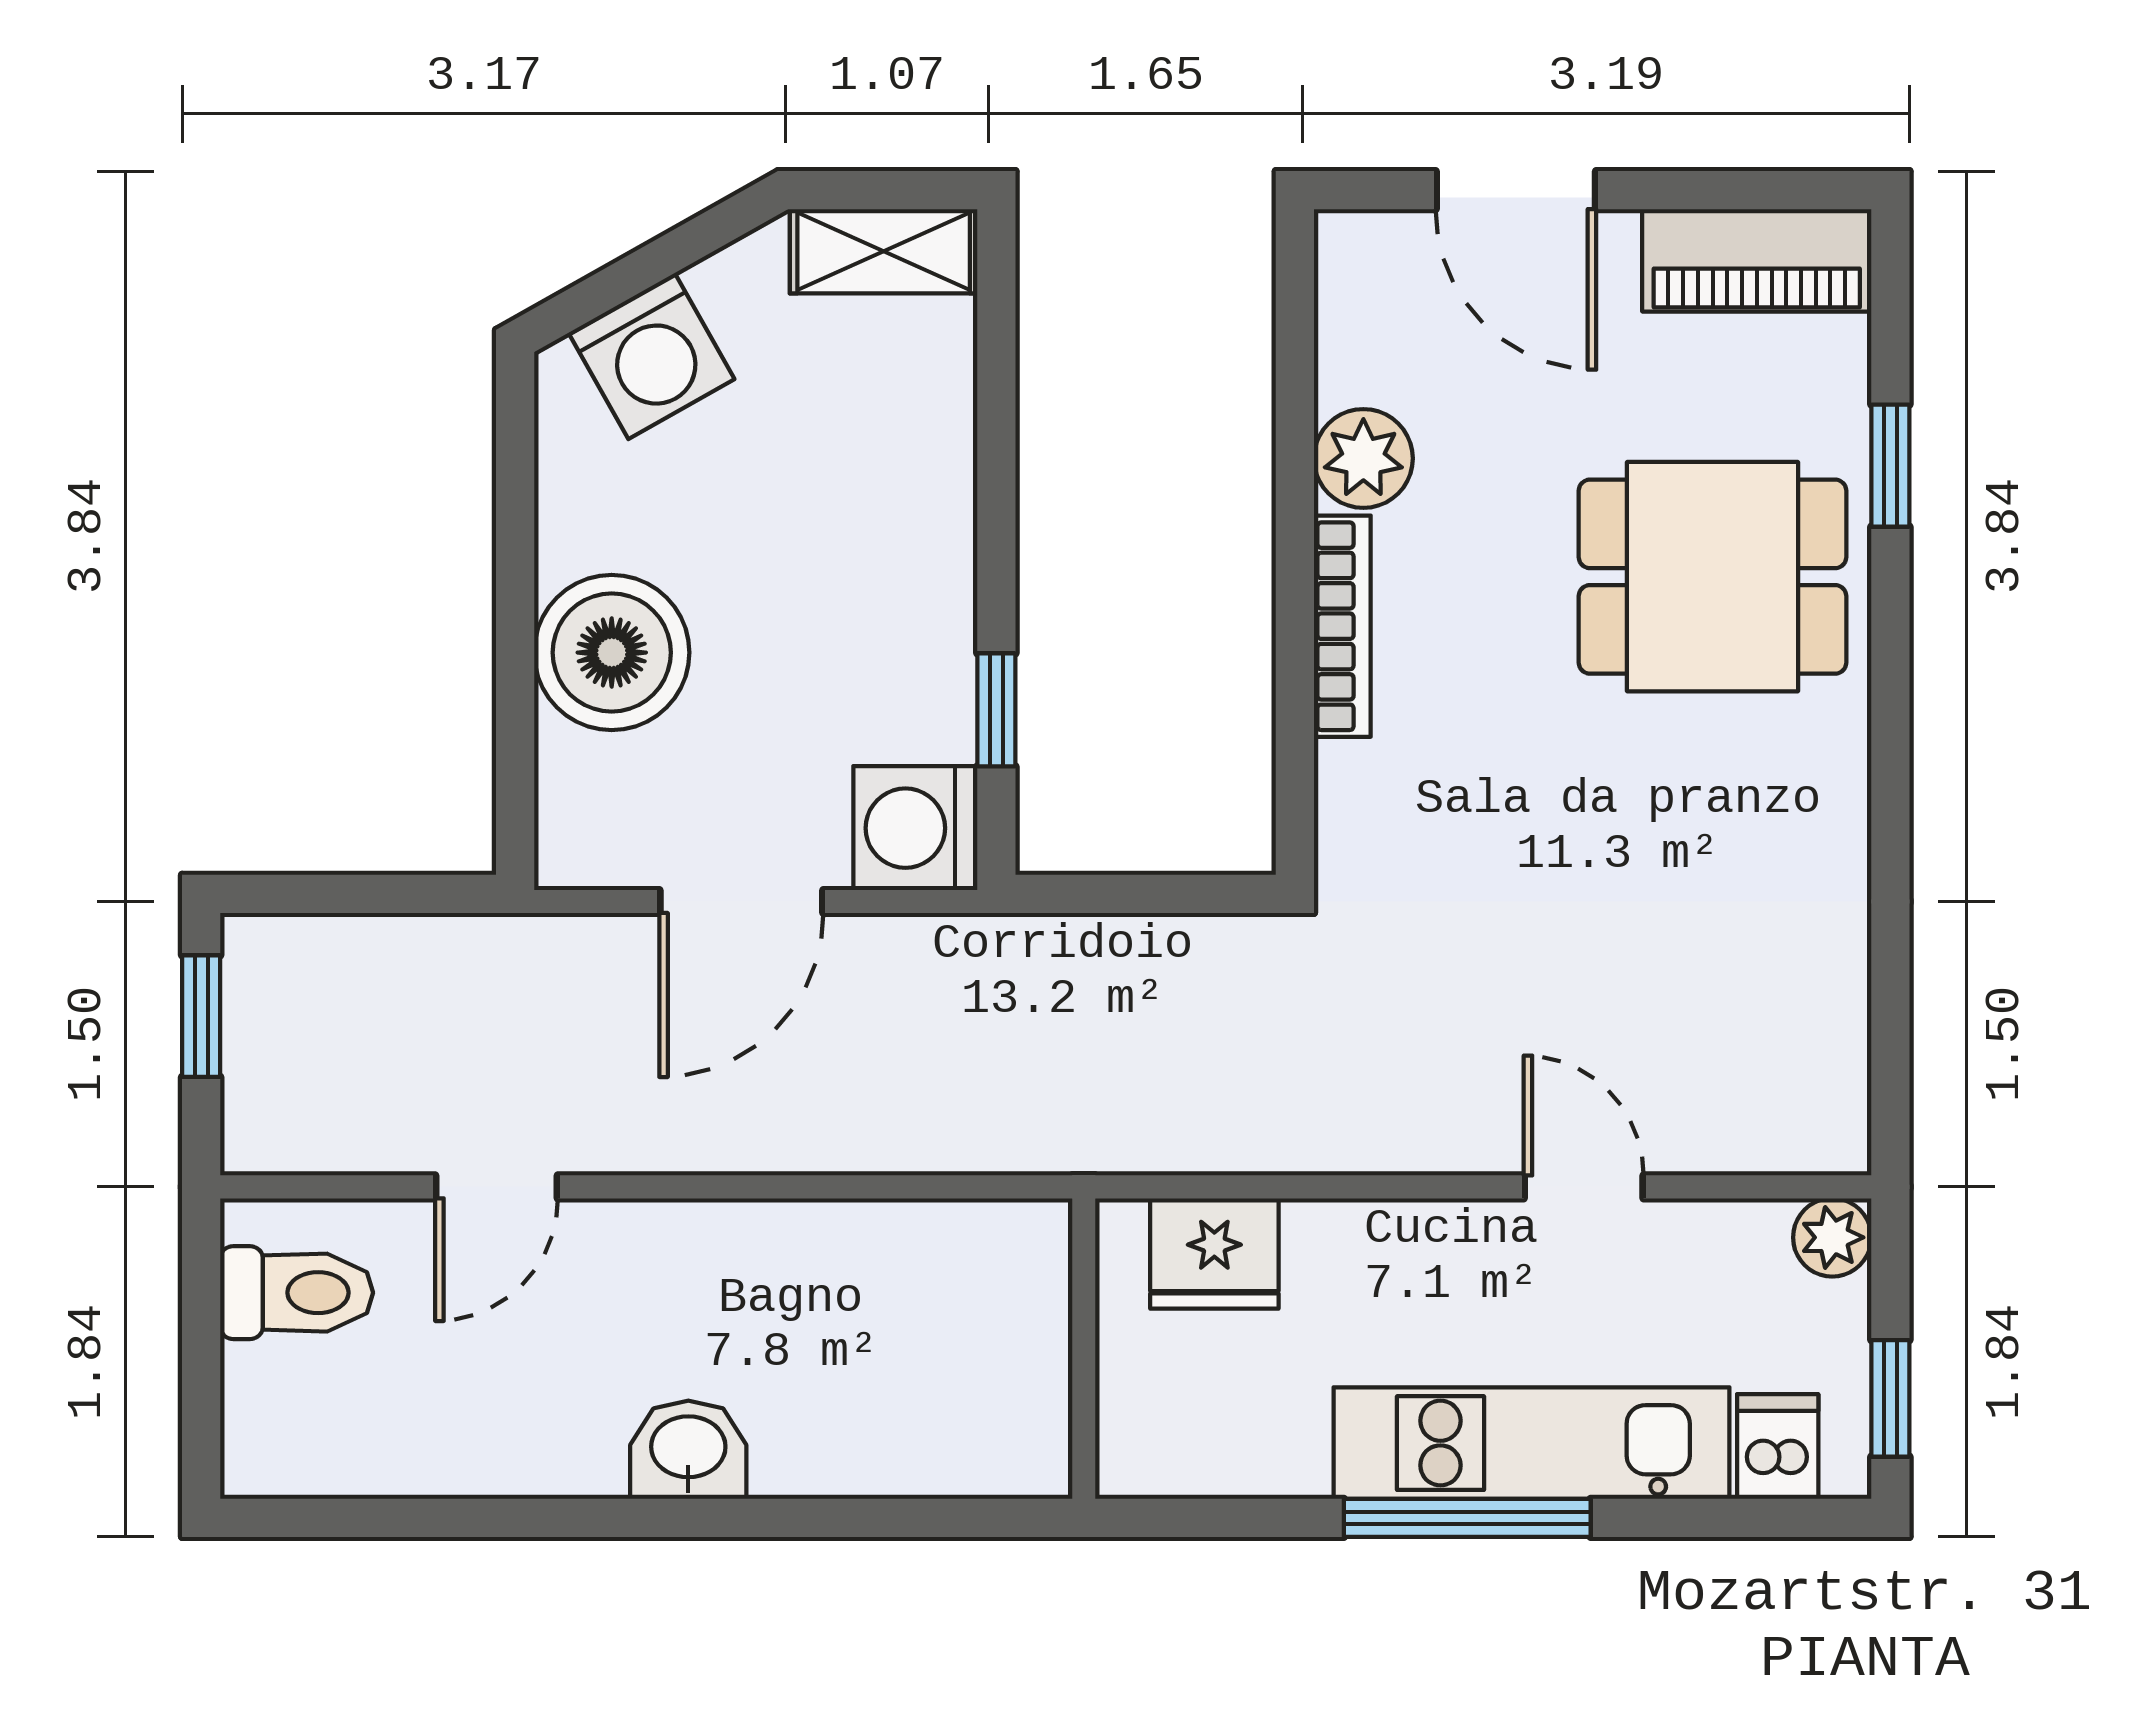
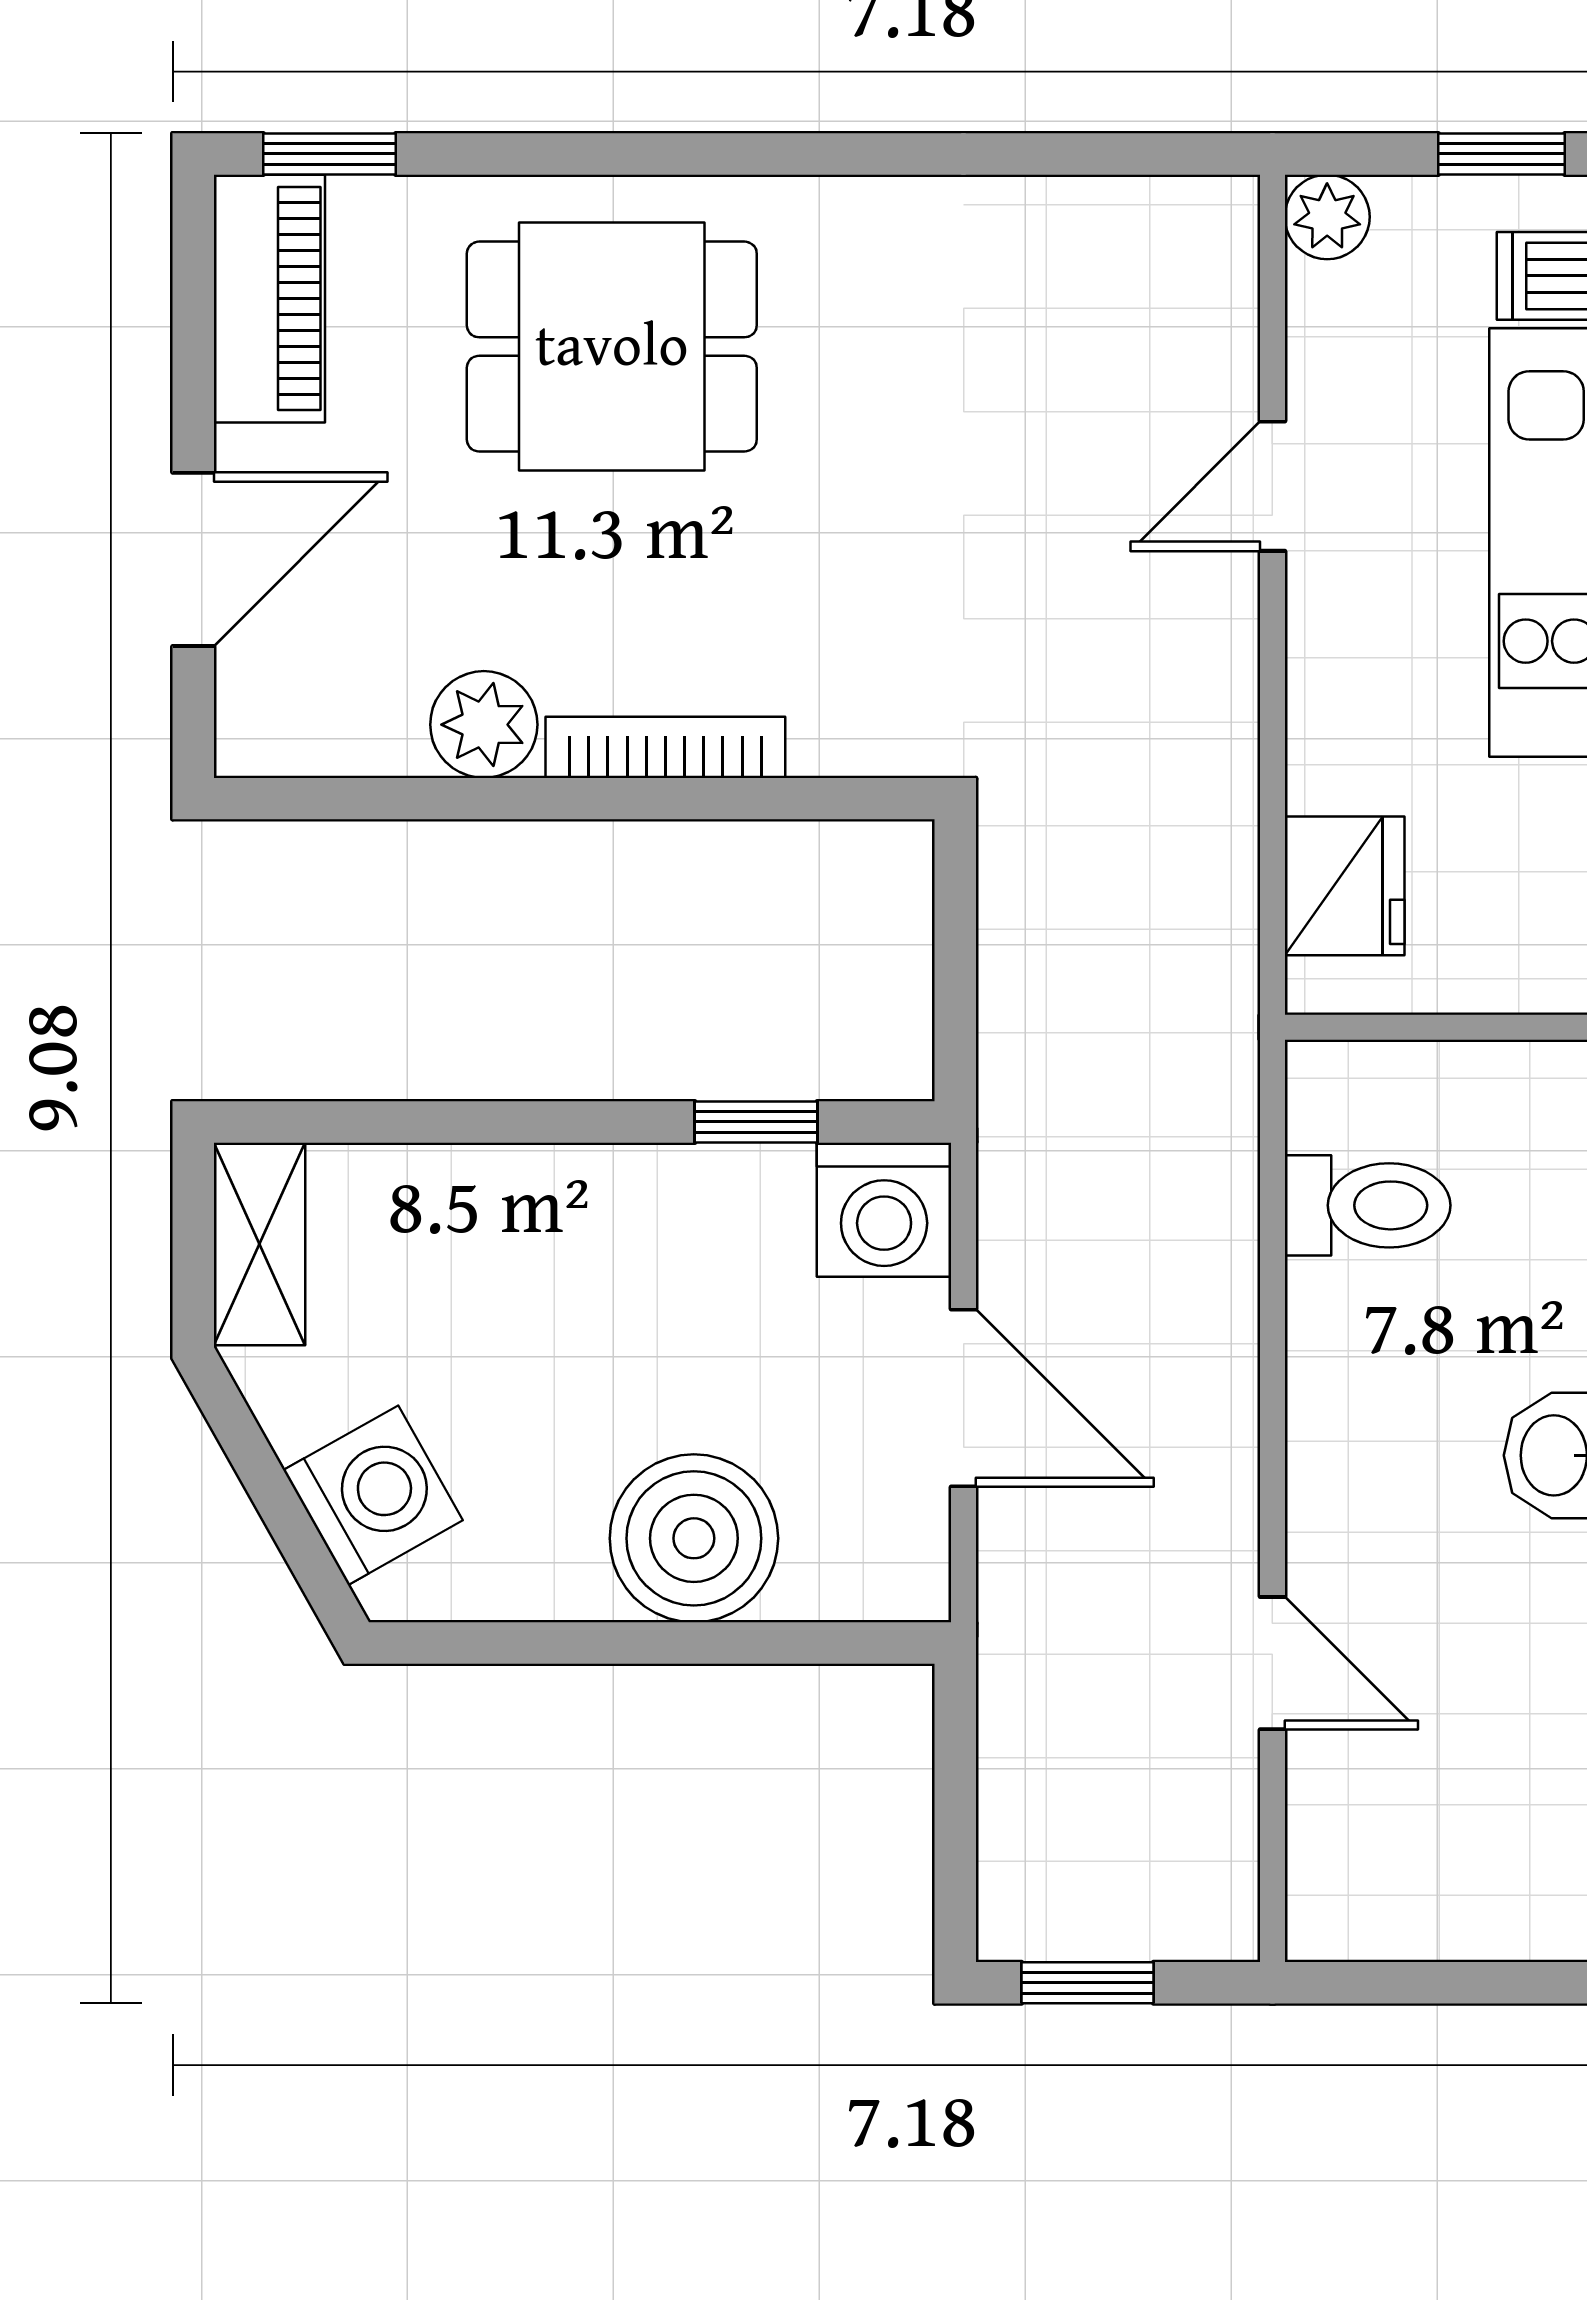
window: (1890, 466) -> (330, 154), moved
dining table: (1713, 577) -> (612, 347), turned 90
toilet: (297, 1293) -> (1368, 1205), moved, turned 90

